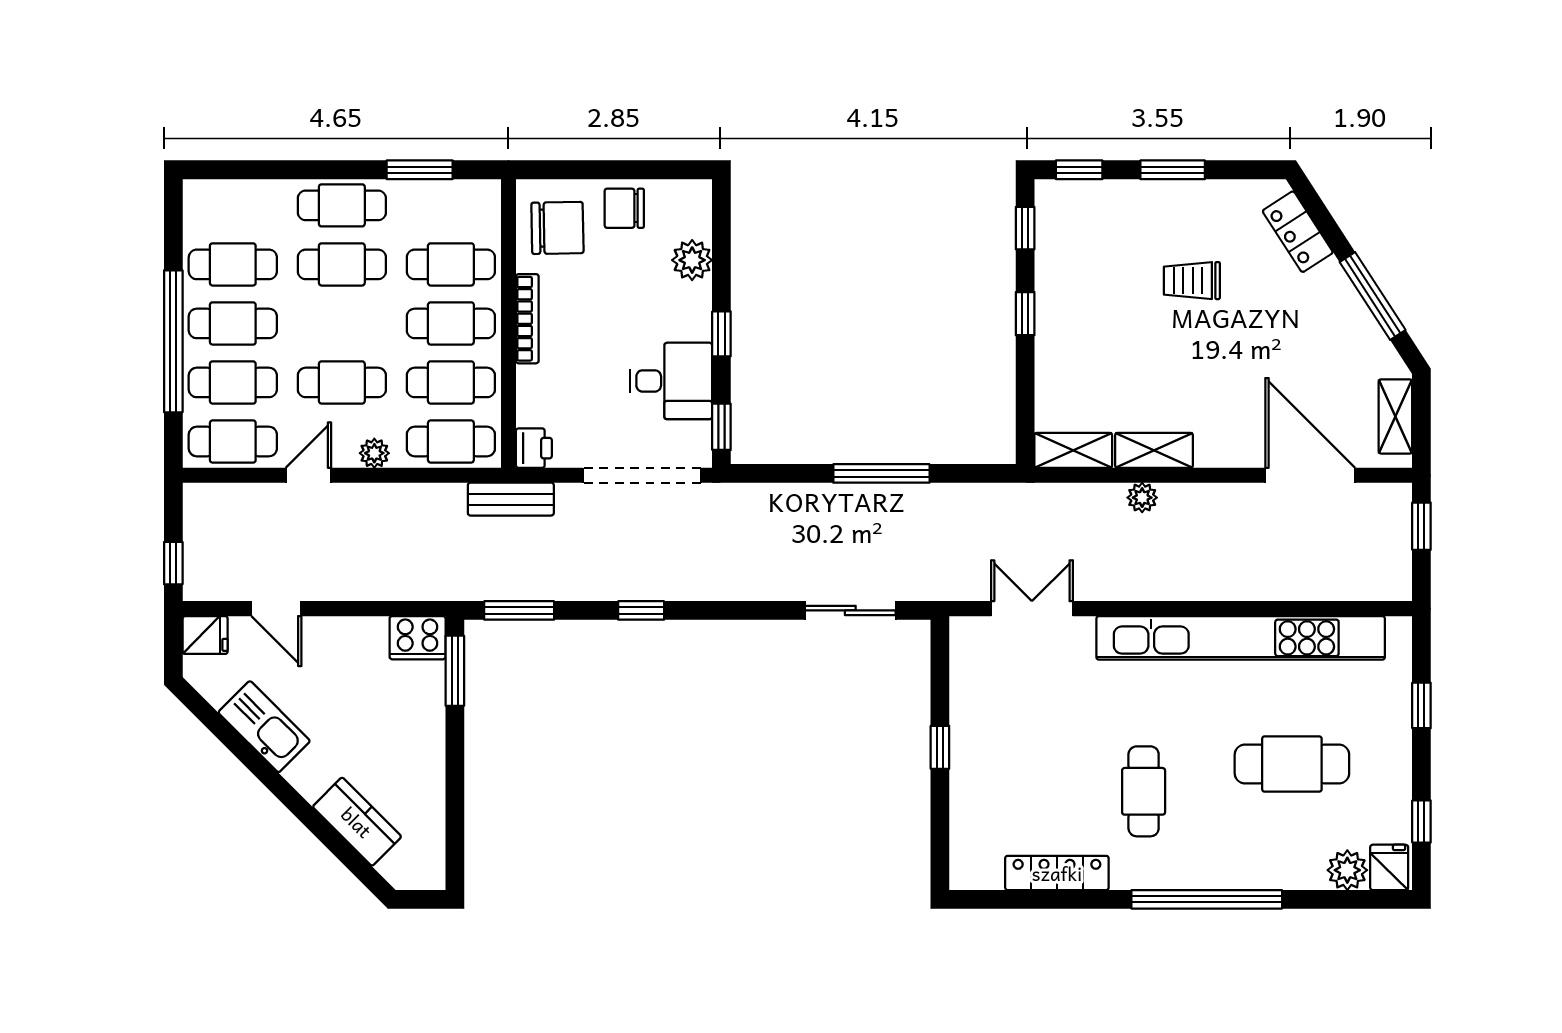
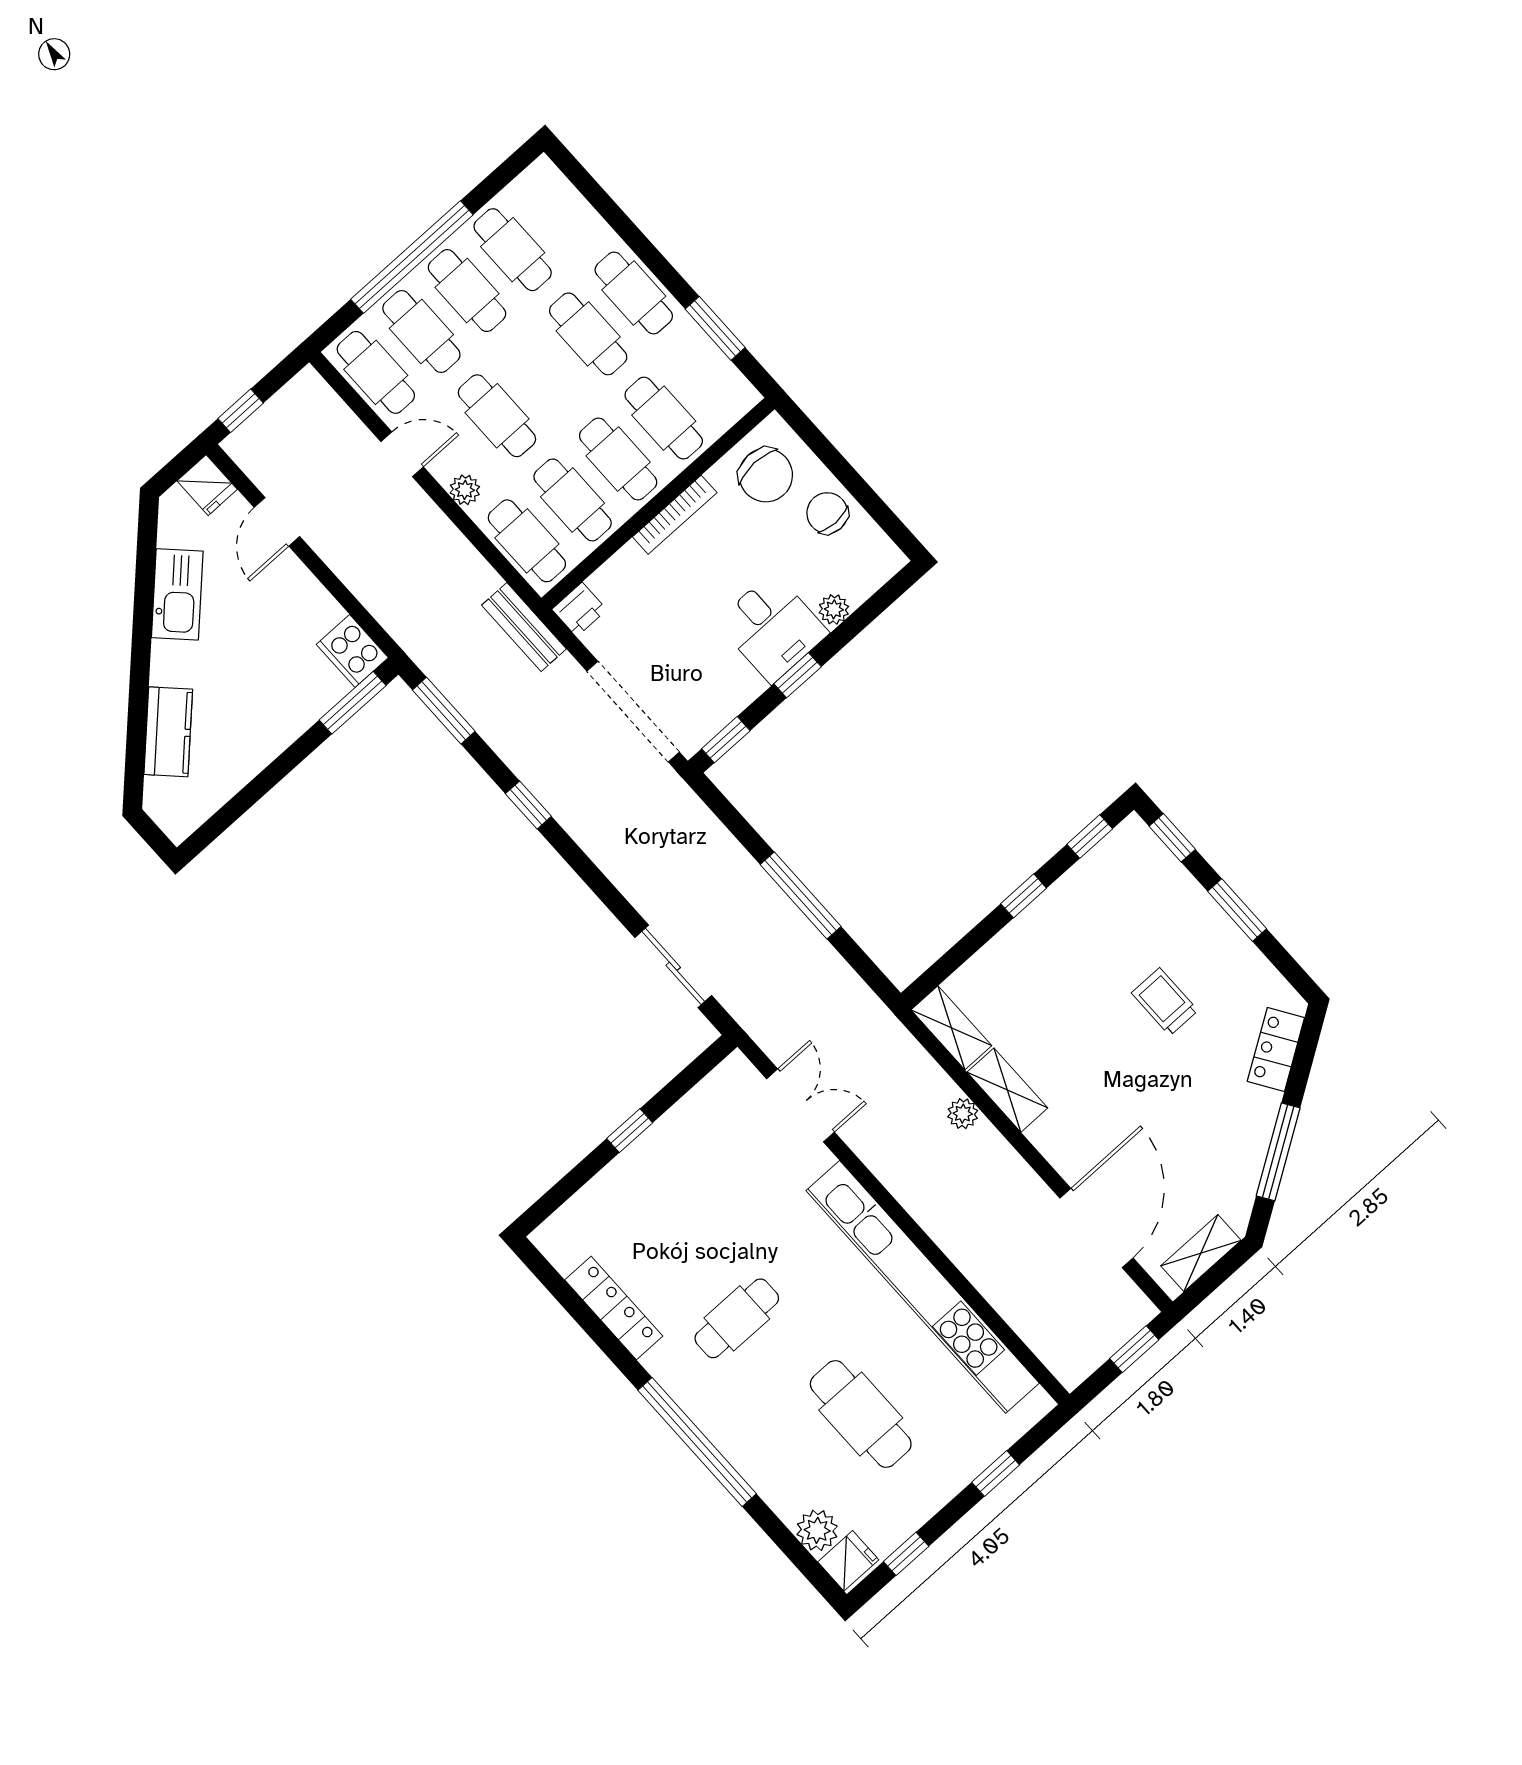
plant: (692, 260) -> (834, 609), width x0.73, depth x0.73
desk: (671, 381) -> (772, 628), moved

